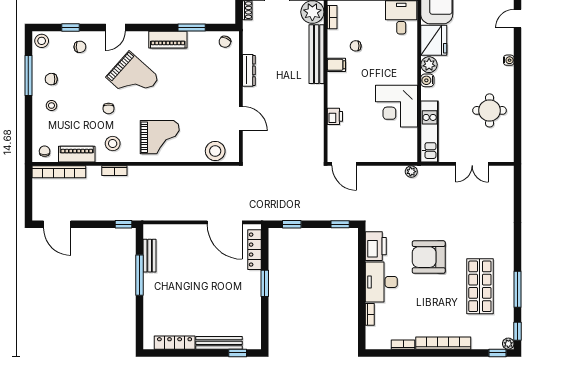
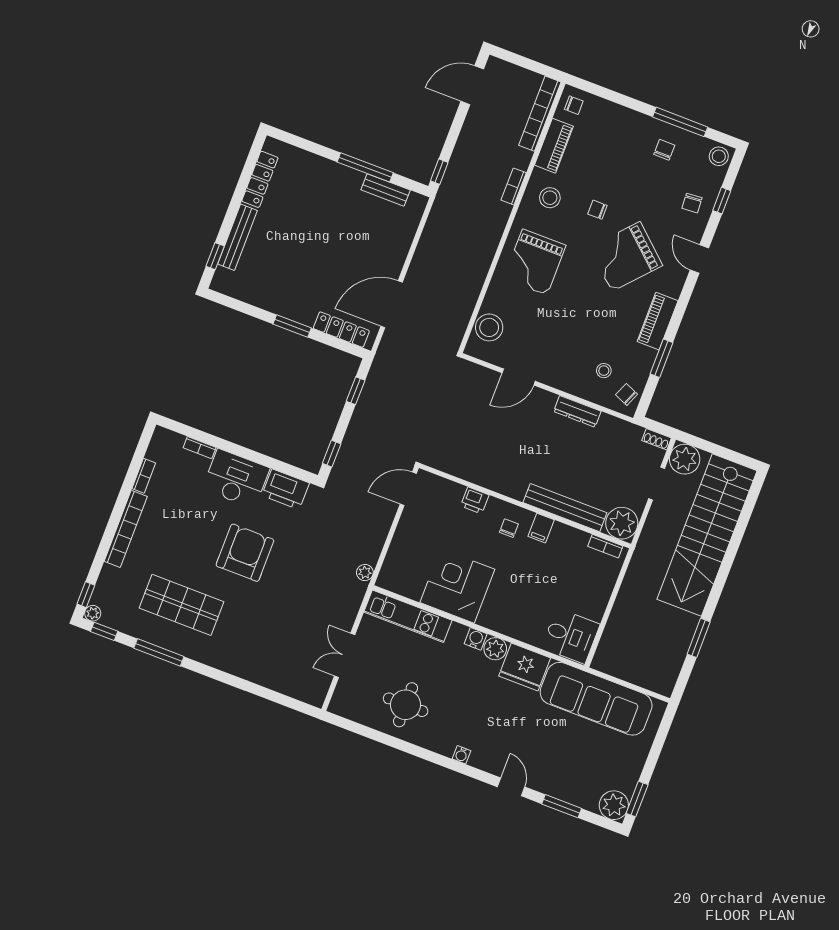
chair: (356, 46) -> (509, 528), moved
stool: (51, 106) -> (604, 371), moved

